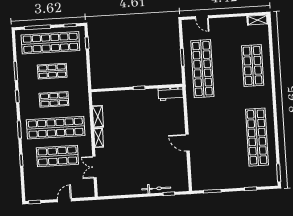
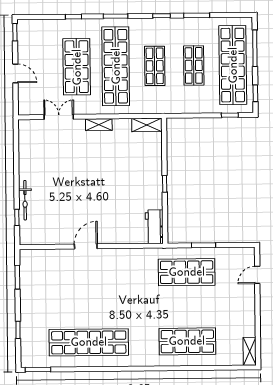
shop shelf: (202, 69) -> (187, 272), width x0.71
shelving: (98, 116) -> (147, 125), moved

